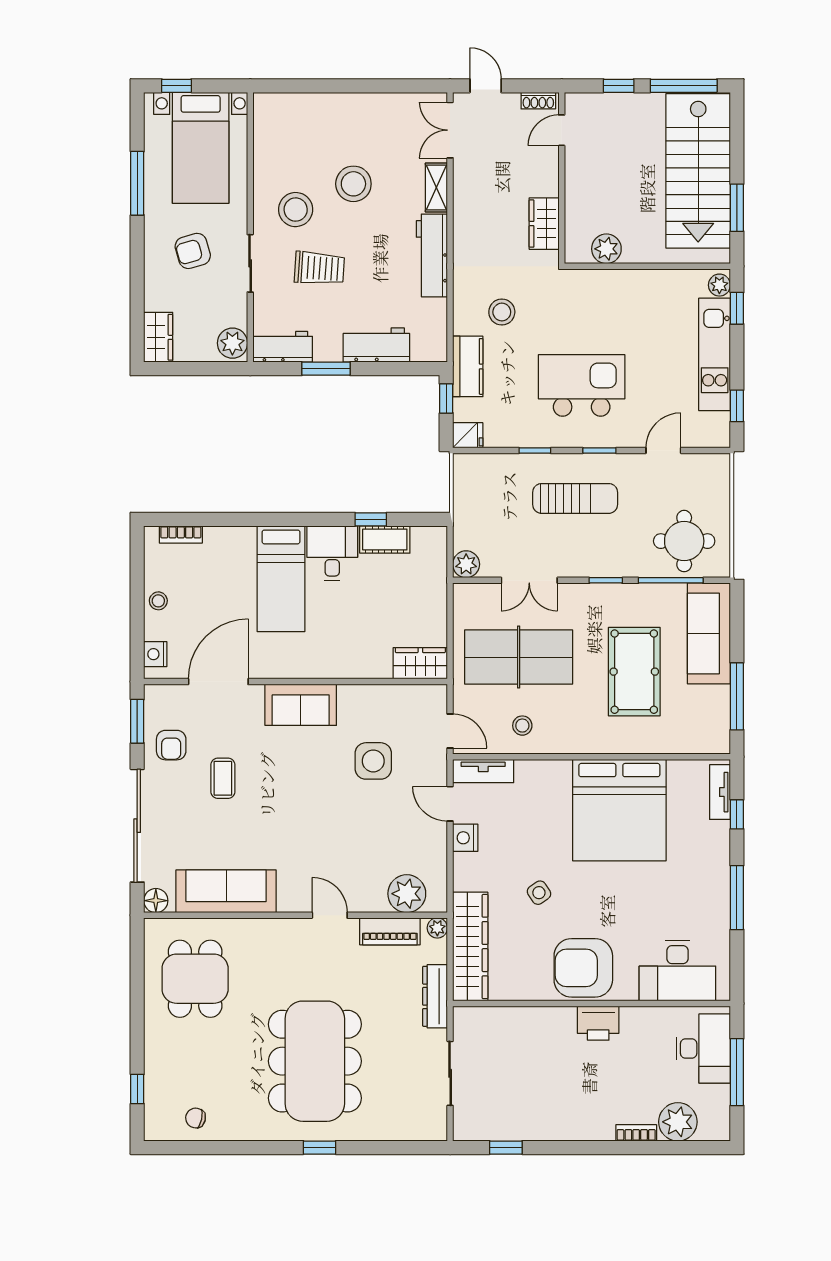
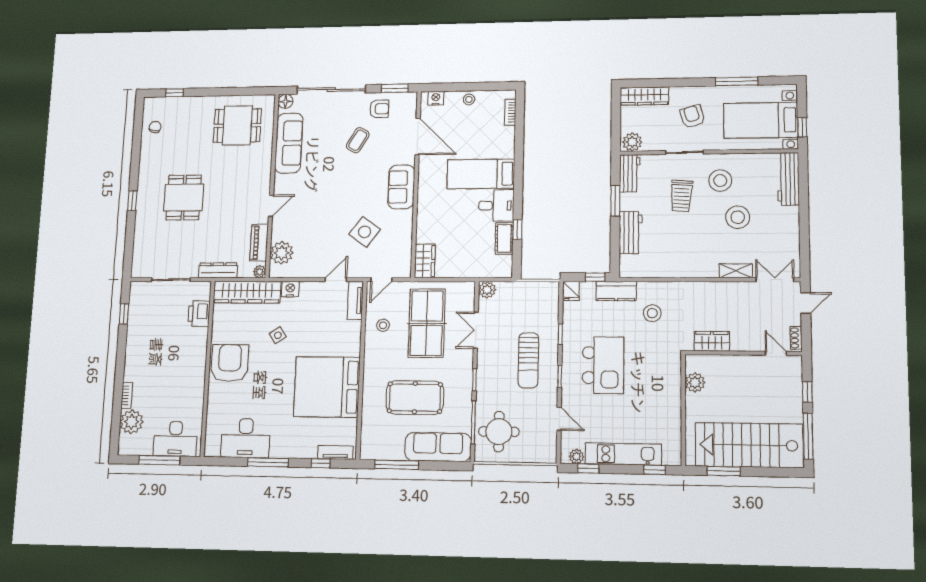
window: (176, 86) -> (802, 127), moved
workbench: (432, 255) -> (788, 179), moved, turned -90
plant: (719, 285) -> (577, 456), moved
wardrobe: (158, 337) -> (644, 96), width x1.50
armchair: (171, 745) -> (379, 109), turned 180
side table: (373, 761) -> (365, 232), turned 36
coffee table: (223, 778) -> (358, 140), turned -60
nightstand: (465, 838) -> (290, 289), moved
desk: (677, 971) -> (246, 438), moved, turned -90
printer: (598, 1023) -> (199, 314), moved
dining table: (315, 1061) -> (184, 197), width x0.53, depth x0.80

